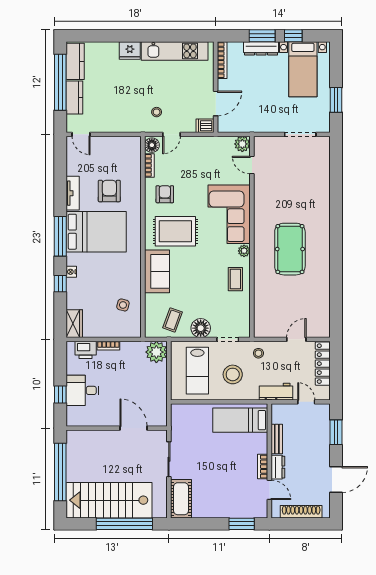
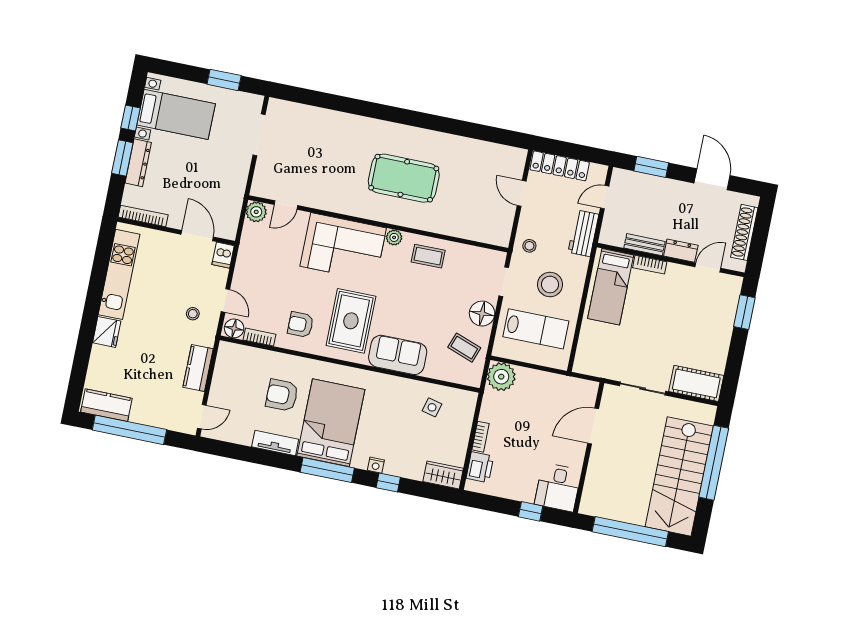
kitchen counter: (74, 98) -> (198, 368), moved, turned -90
desk: (82, 390) -> (558, 487), moved
bookcase: (263, 467) -> (650, 265), moved

